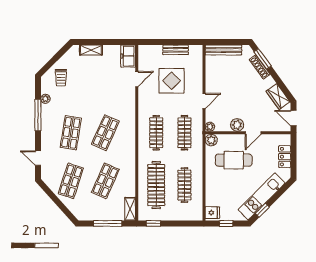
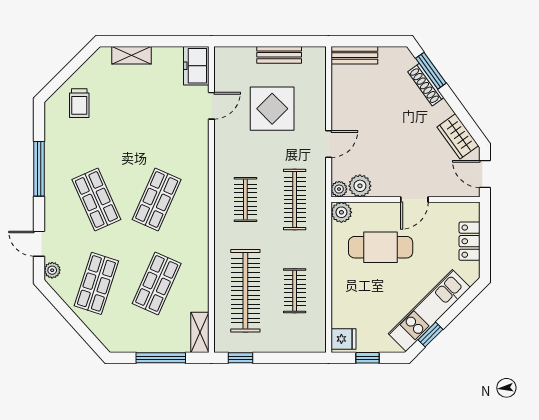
bench: (223, 50) -> (354, 55), width x0.73
plant: (45, 99) -> (52, 270), moved
plant: (237, 125) -> (360, 186), moved
shop shelf: (71, 133) -> (96, 199), turned -33
clothes rail: (156, 133) -> (245, 199), width x0.73
clothes rail: (184, 185) -> (295, 291), width x0.73

